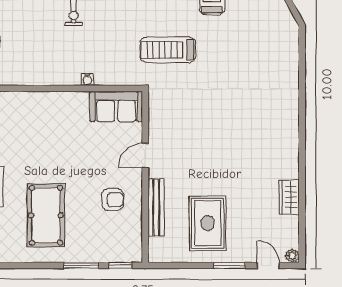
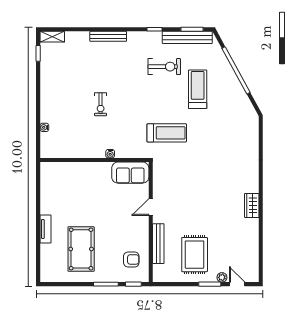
treadmill: (168, 50) -> (167, 133), turned 180
wardrobe: (289, 197) -> (252, 205), moved
armchair: (113, 200) -> (131, 259), moved
plant: (292, 256) -> (222, 277), moved

